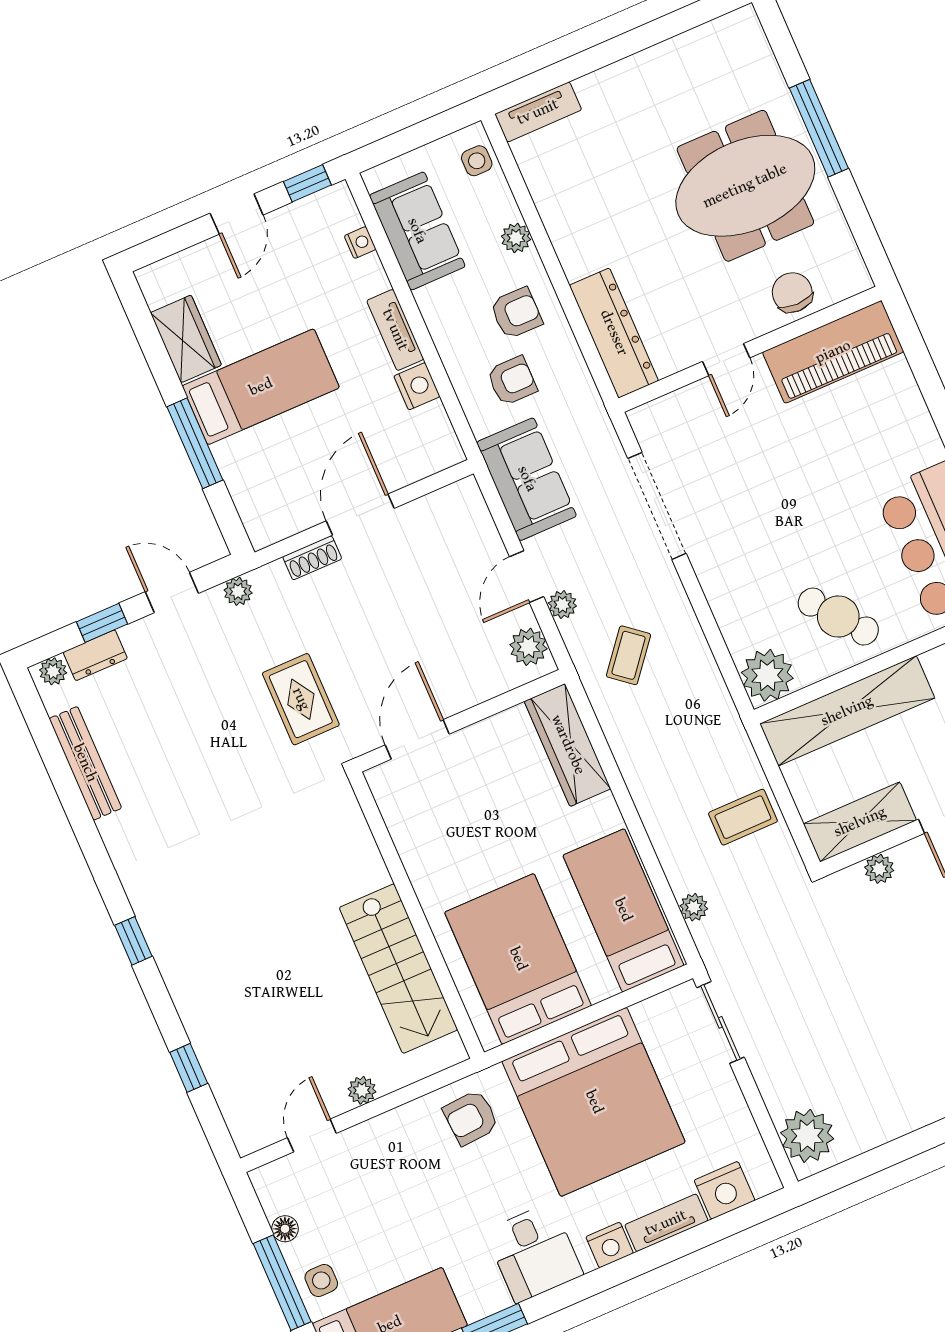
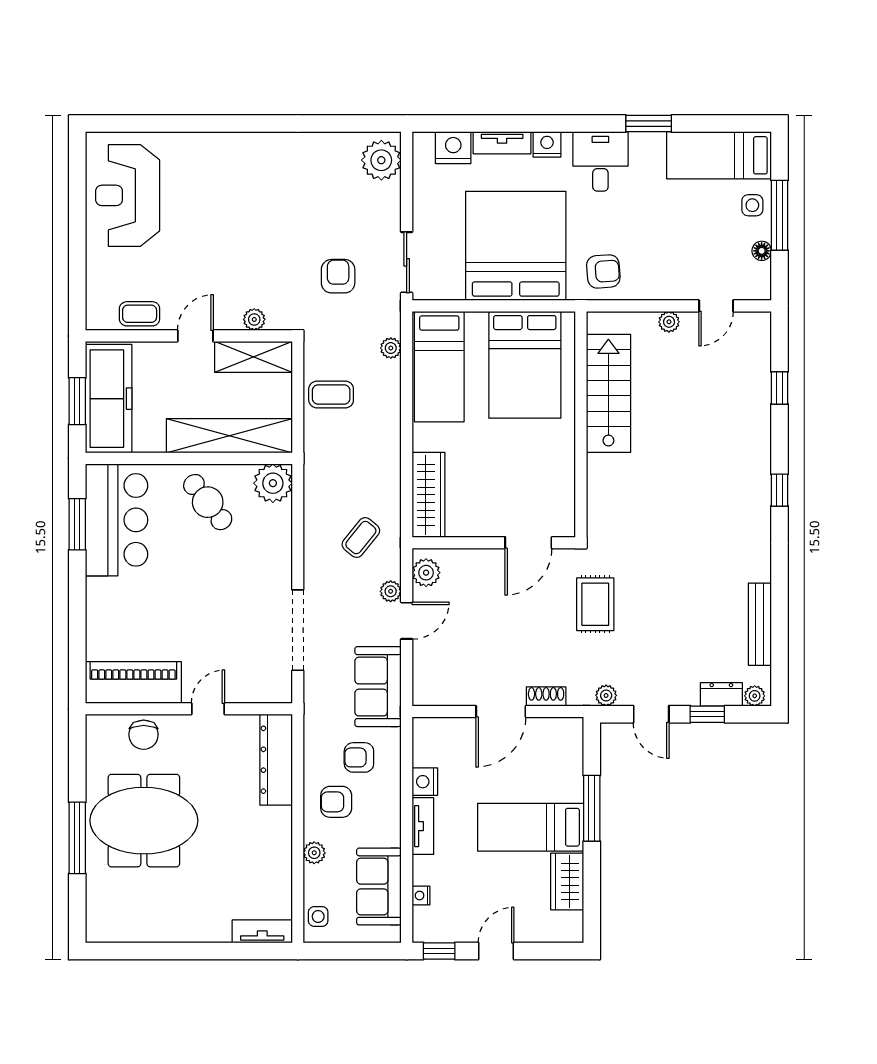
armchair: (798, 968) -> (338, 276), added

